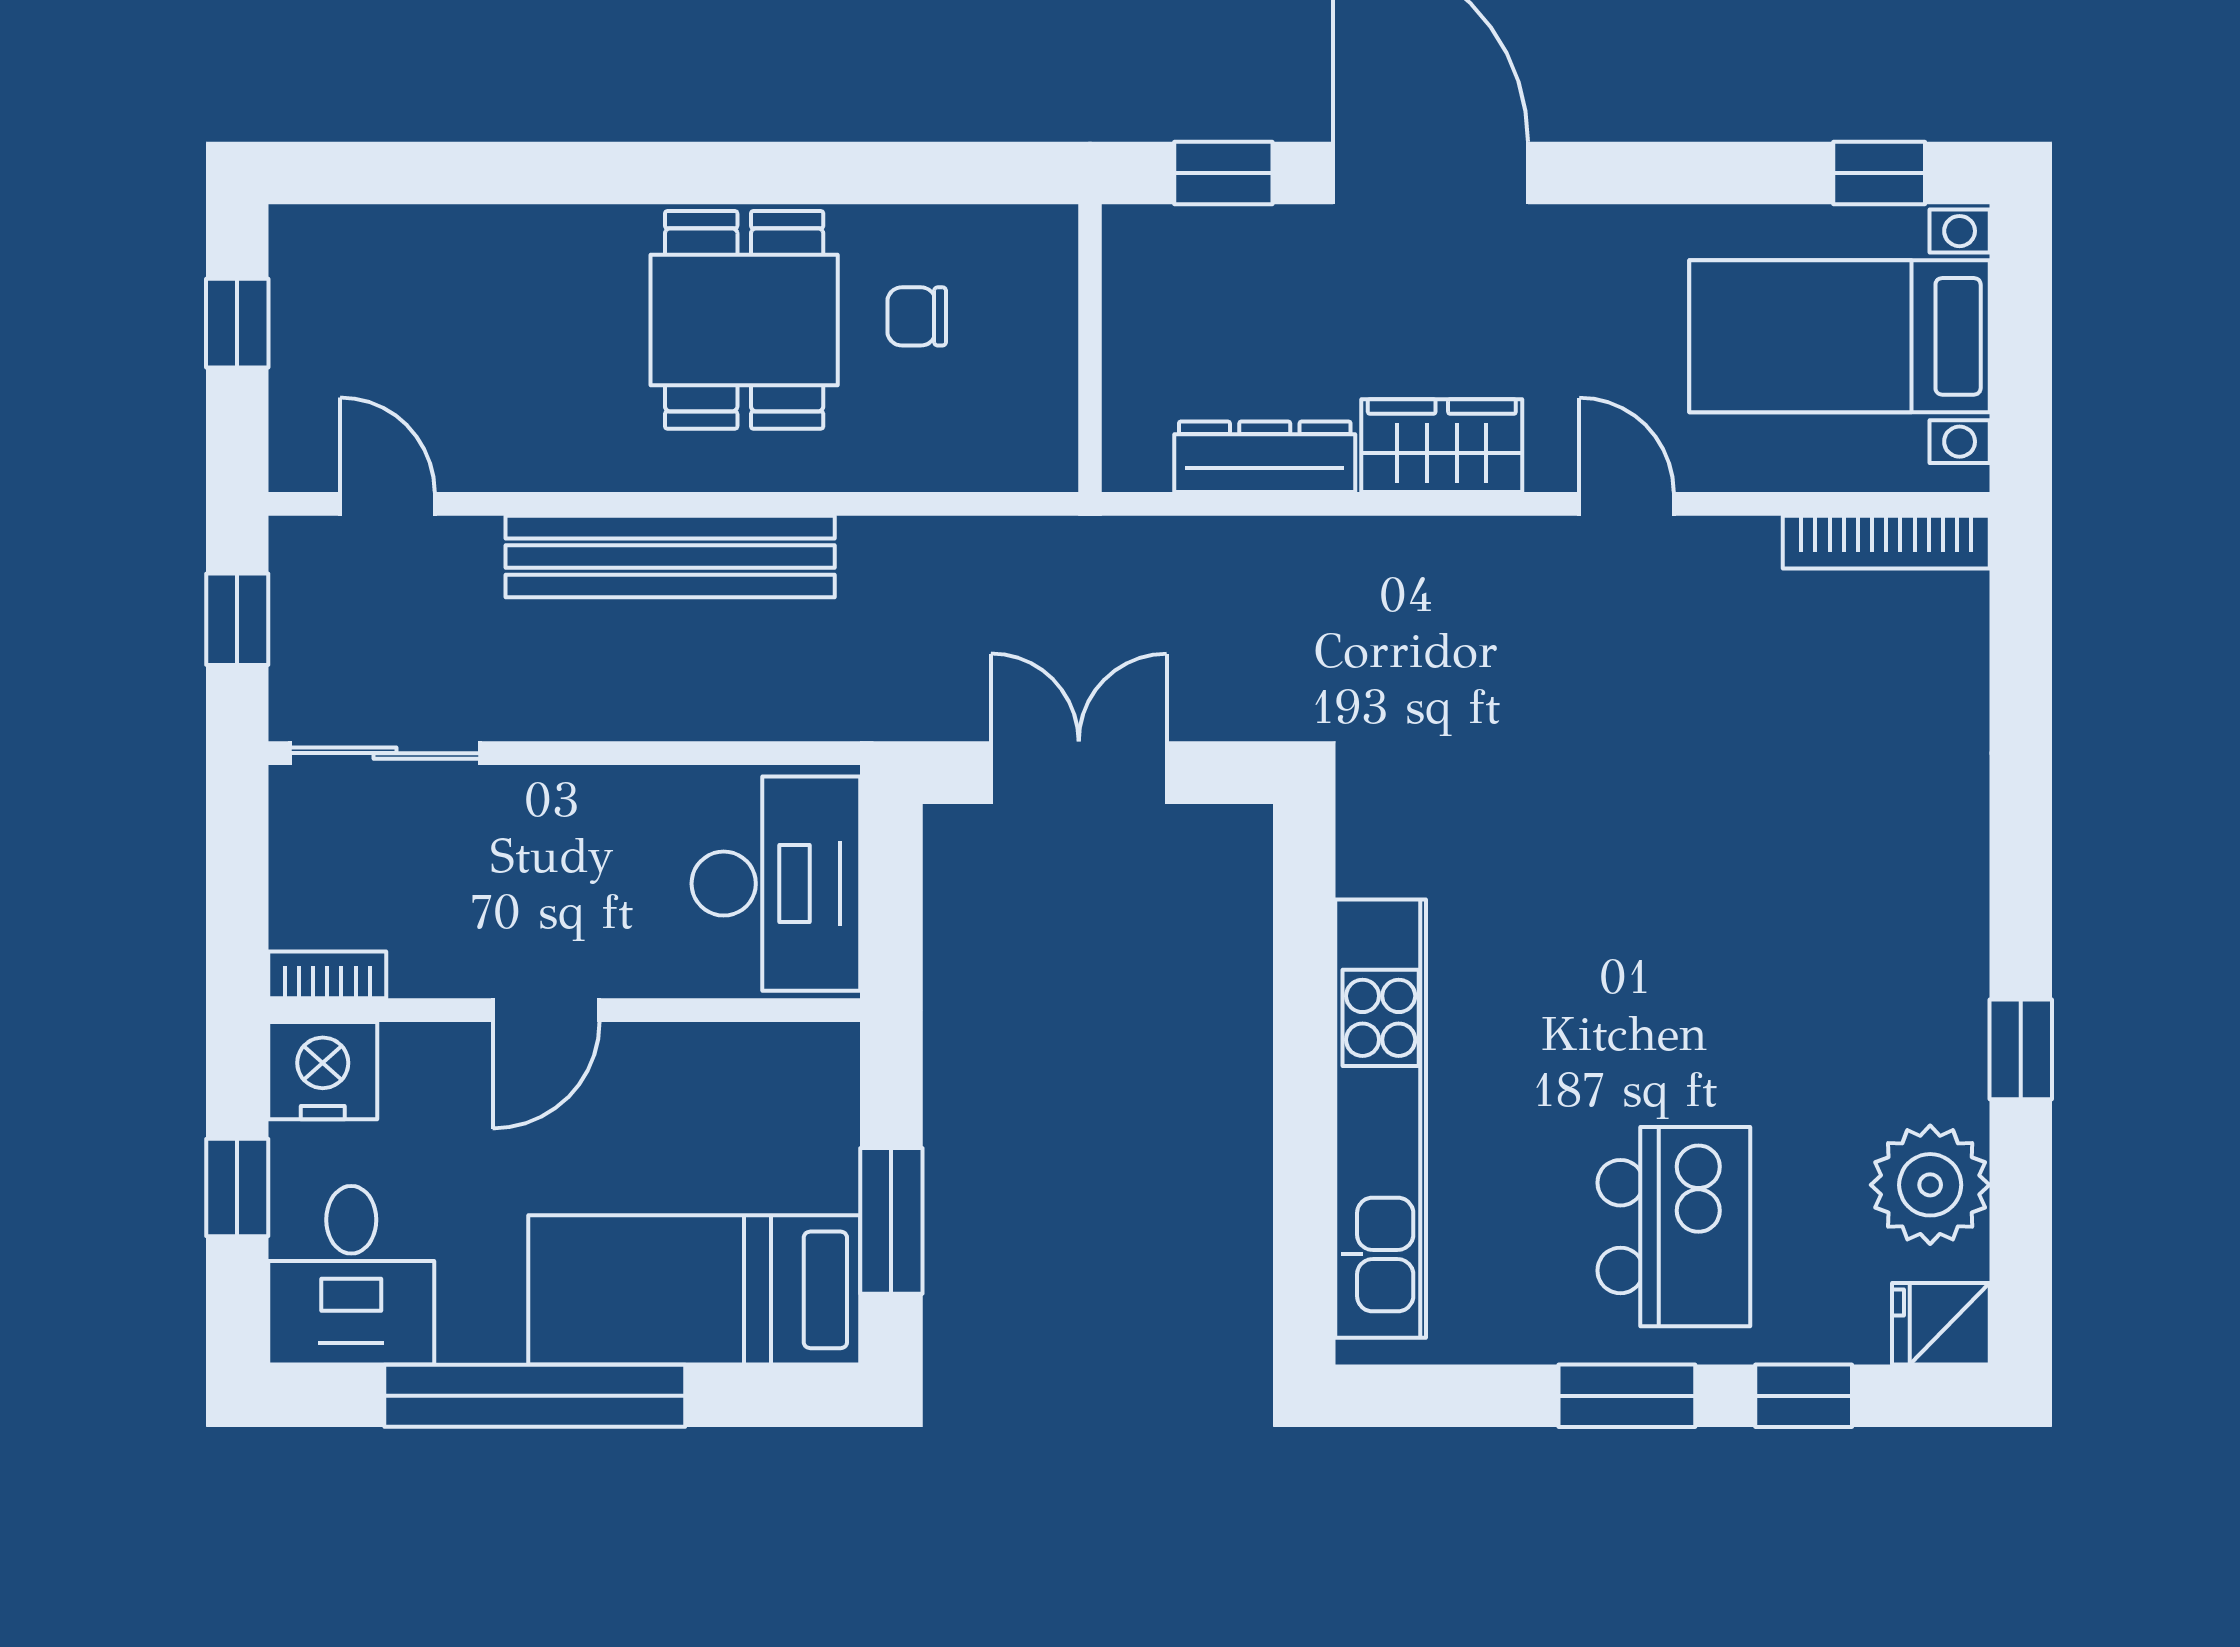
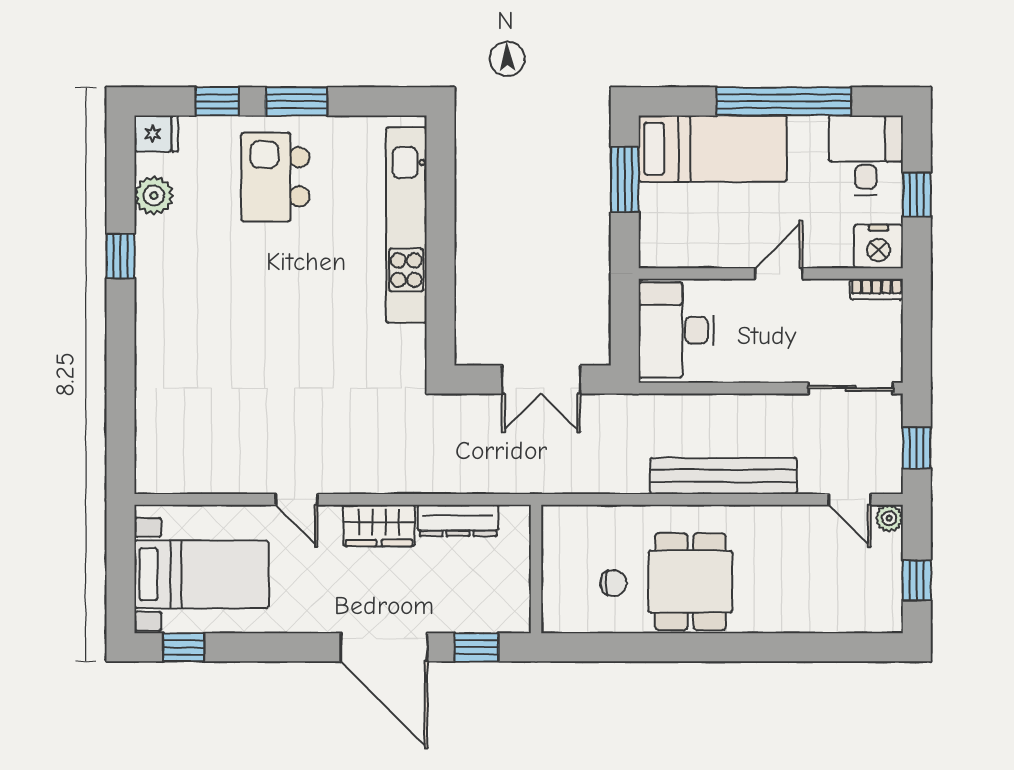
plant: (299, 462) -> (889, 518), added
bookcase: (1886, 542) -> (181, 482), removed
plant: (1930, 1185) -> (154, 196), width x0.73, depth x0.73

